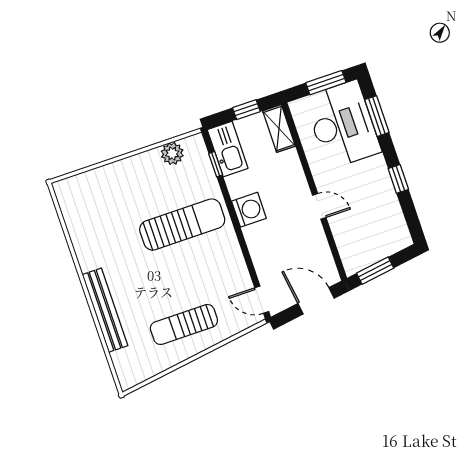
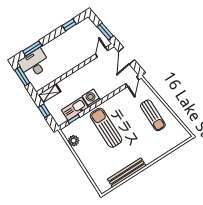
desk: (342, 124) -> (34, 64), width x0.73, depth x0.77
kitchen sink: (228, 149) -> (75, 109), moved
window: (398, 179) -> (69, 25), moved
door: (319, 206) -> (102, 52), moved
bench: (105, 310) -> (127, 172), moved

